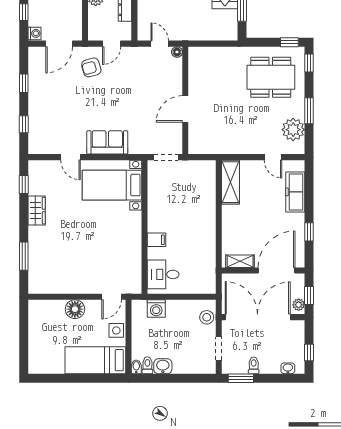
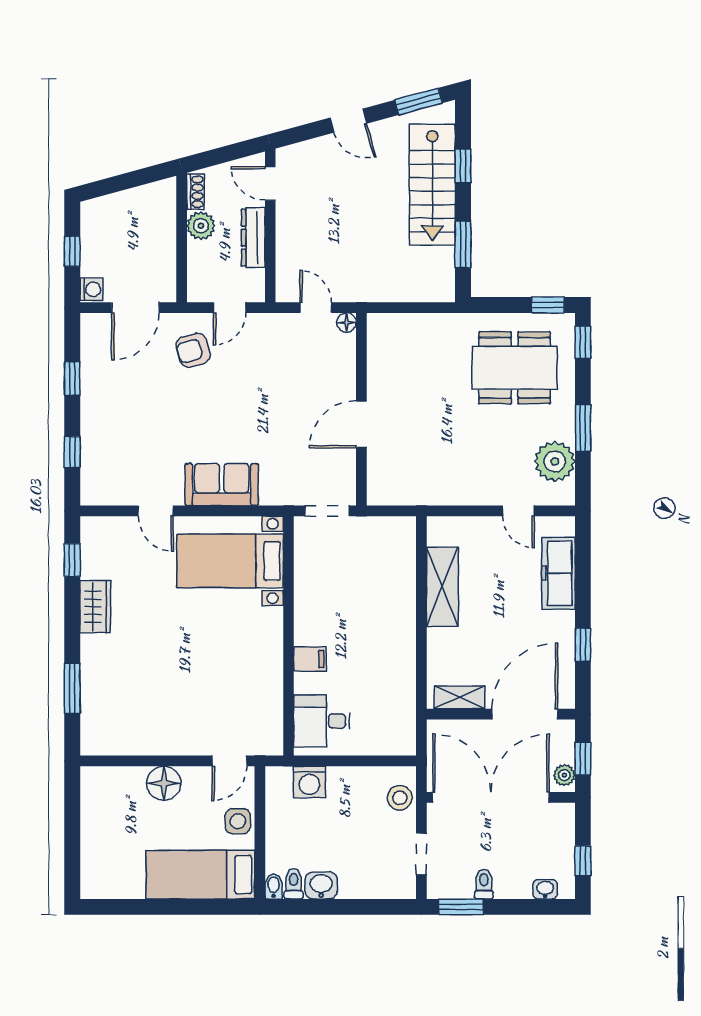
shelving: (230, 182) -> (442, 587), moved

